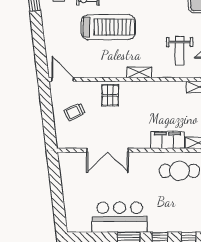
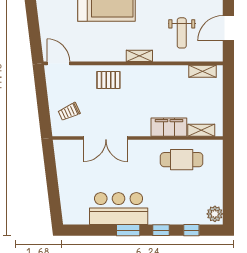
pallet: (110, 95) -> (108, 80), turned 90
trolley: (75, 112) -> (69, 112), moved

